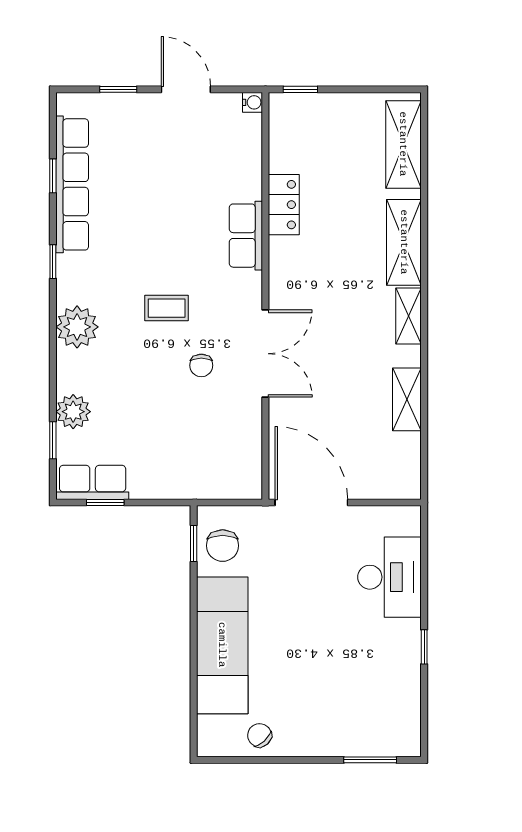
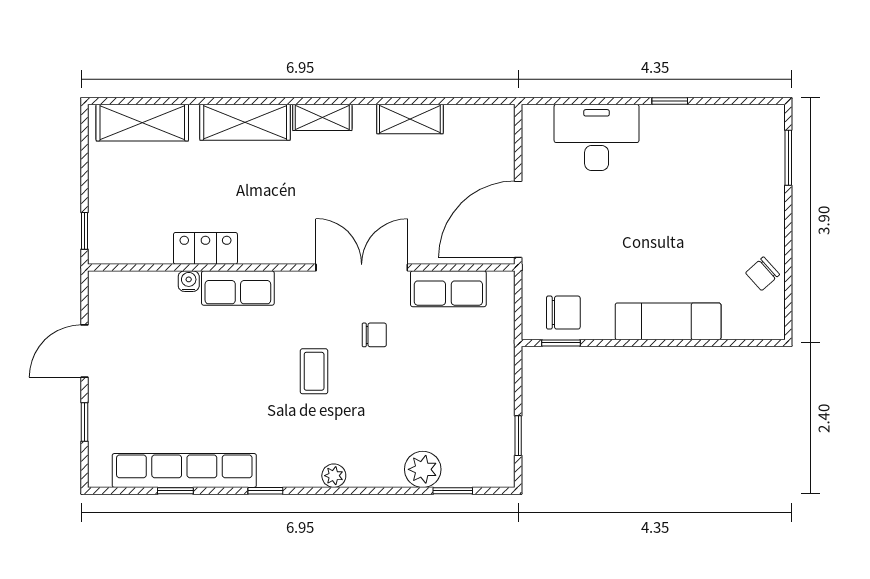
water cooler: (252, 102) -> (189, 281), moved
plant: (77, 327) -> (334, 476), width x0.53, depth x0.53
row of seats: (93, 482) -> (448, 289), moved, turned -90
exam couch: (222, 645) -> (668, 321), width x0.73, depth x0.69

